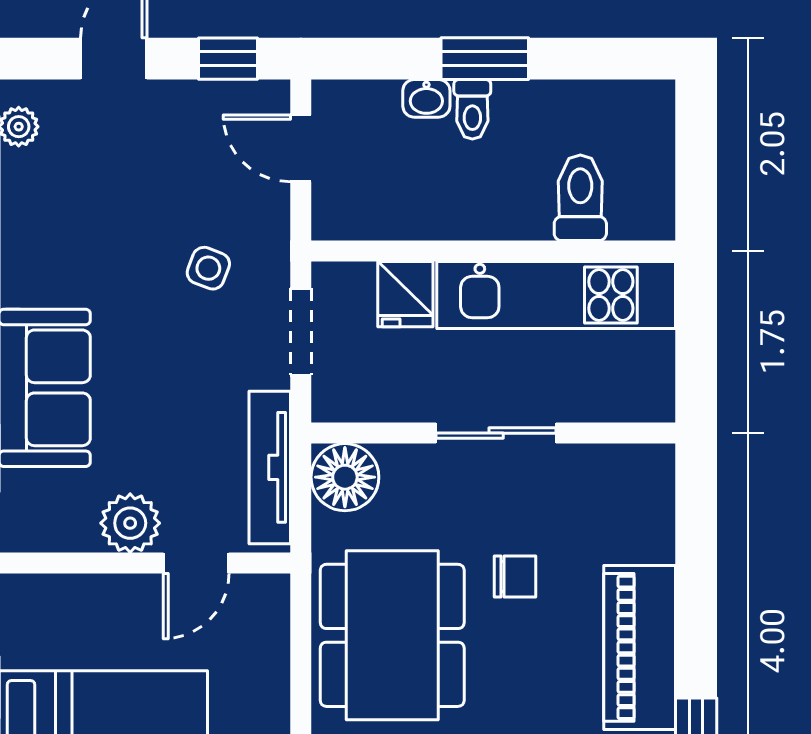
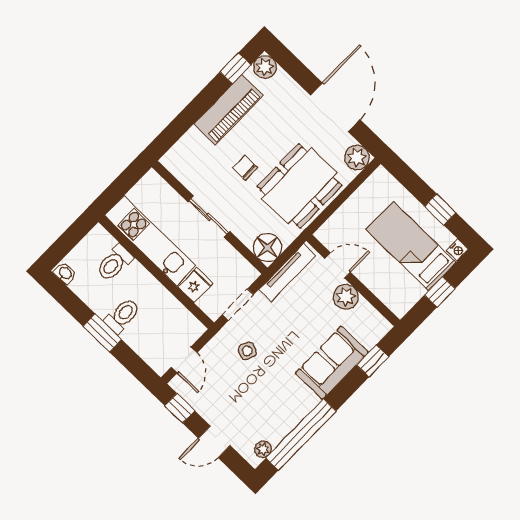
washbasin: (426, 98) -> (65, 273), moved
toilet: (472, 109) -> (122, 316), width x1.37, depth x1.39

